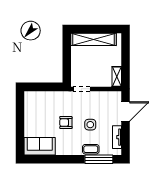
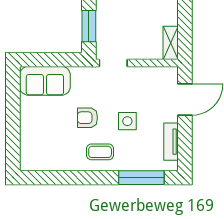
window: (67, 66) -> (89, 26), added
sofa: (40, 146) -> (45, 81), moved, turned 180
coffee table: (91, 149) -> (100, 152), moved

